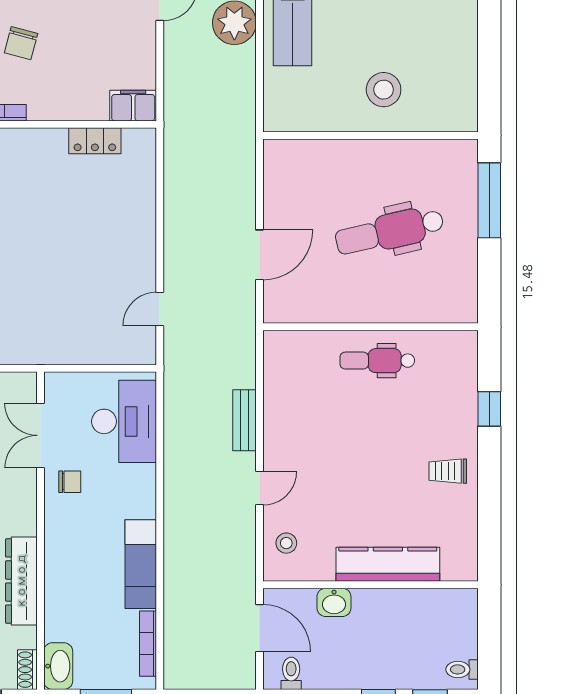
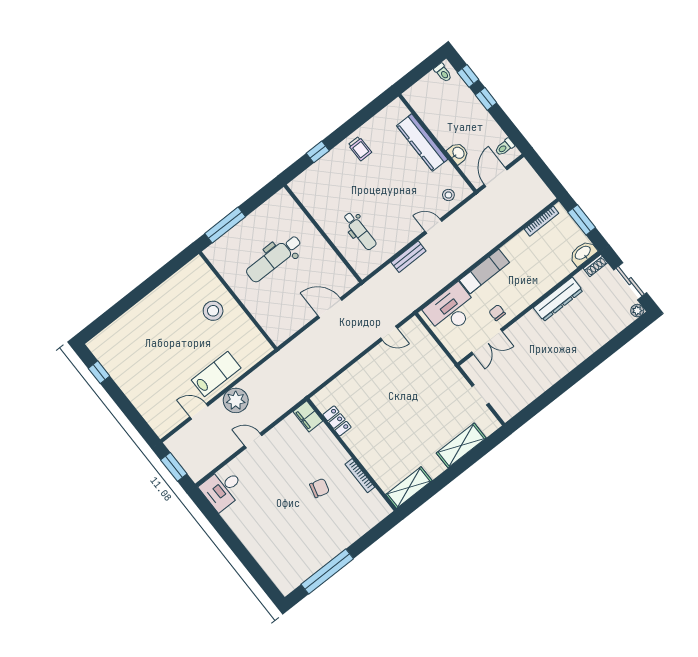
dental chair: (390, 231) -> (274, 258), turned 103
dental chair: (377, 361) -> (360, 231), moved
exam couch: (141, 564) -> (484, 271), moved

